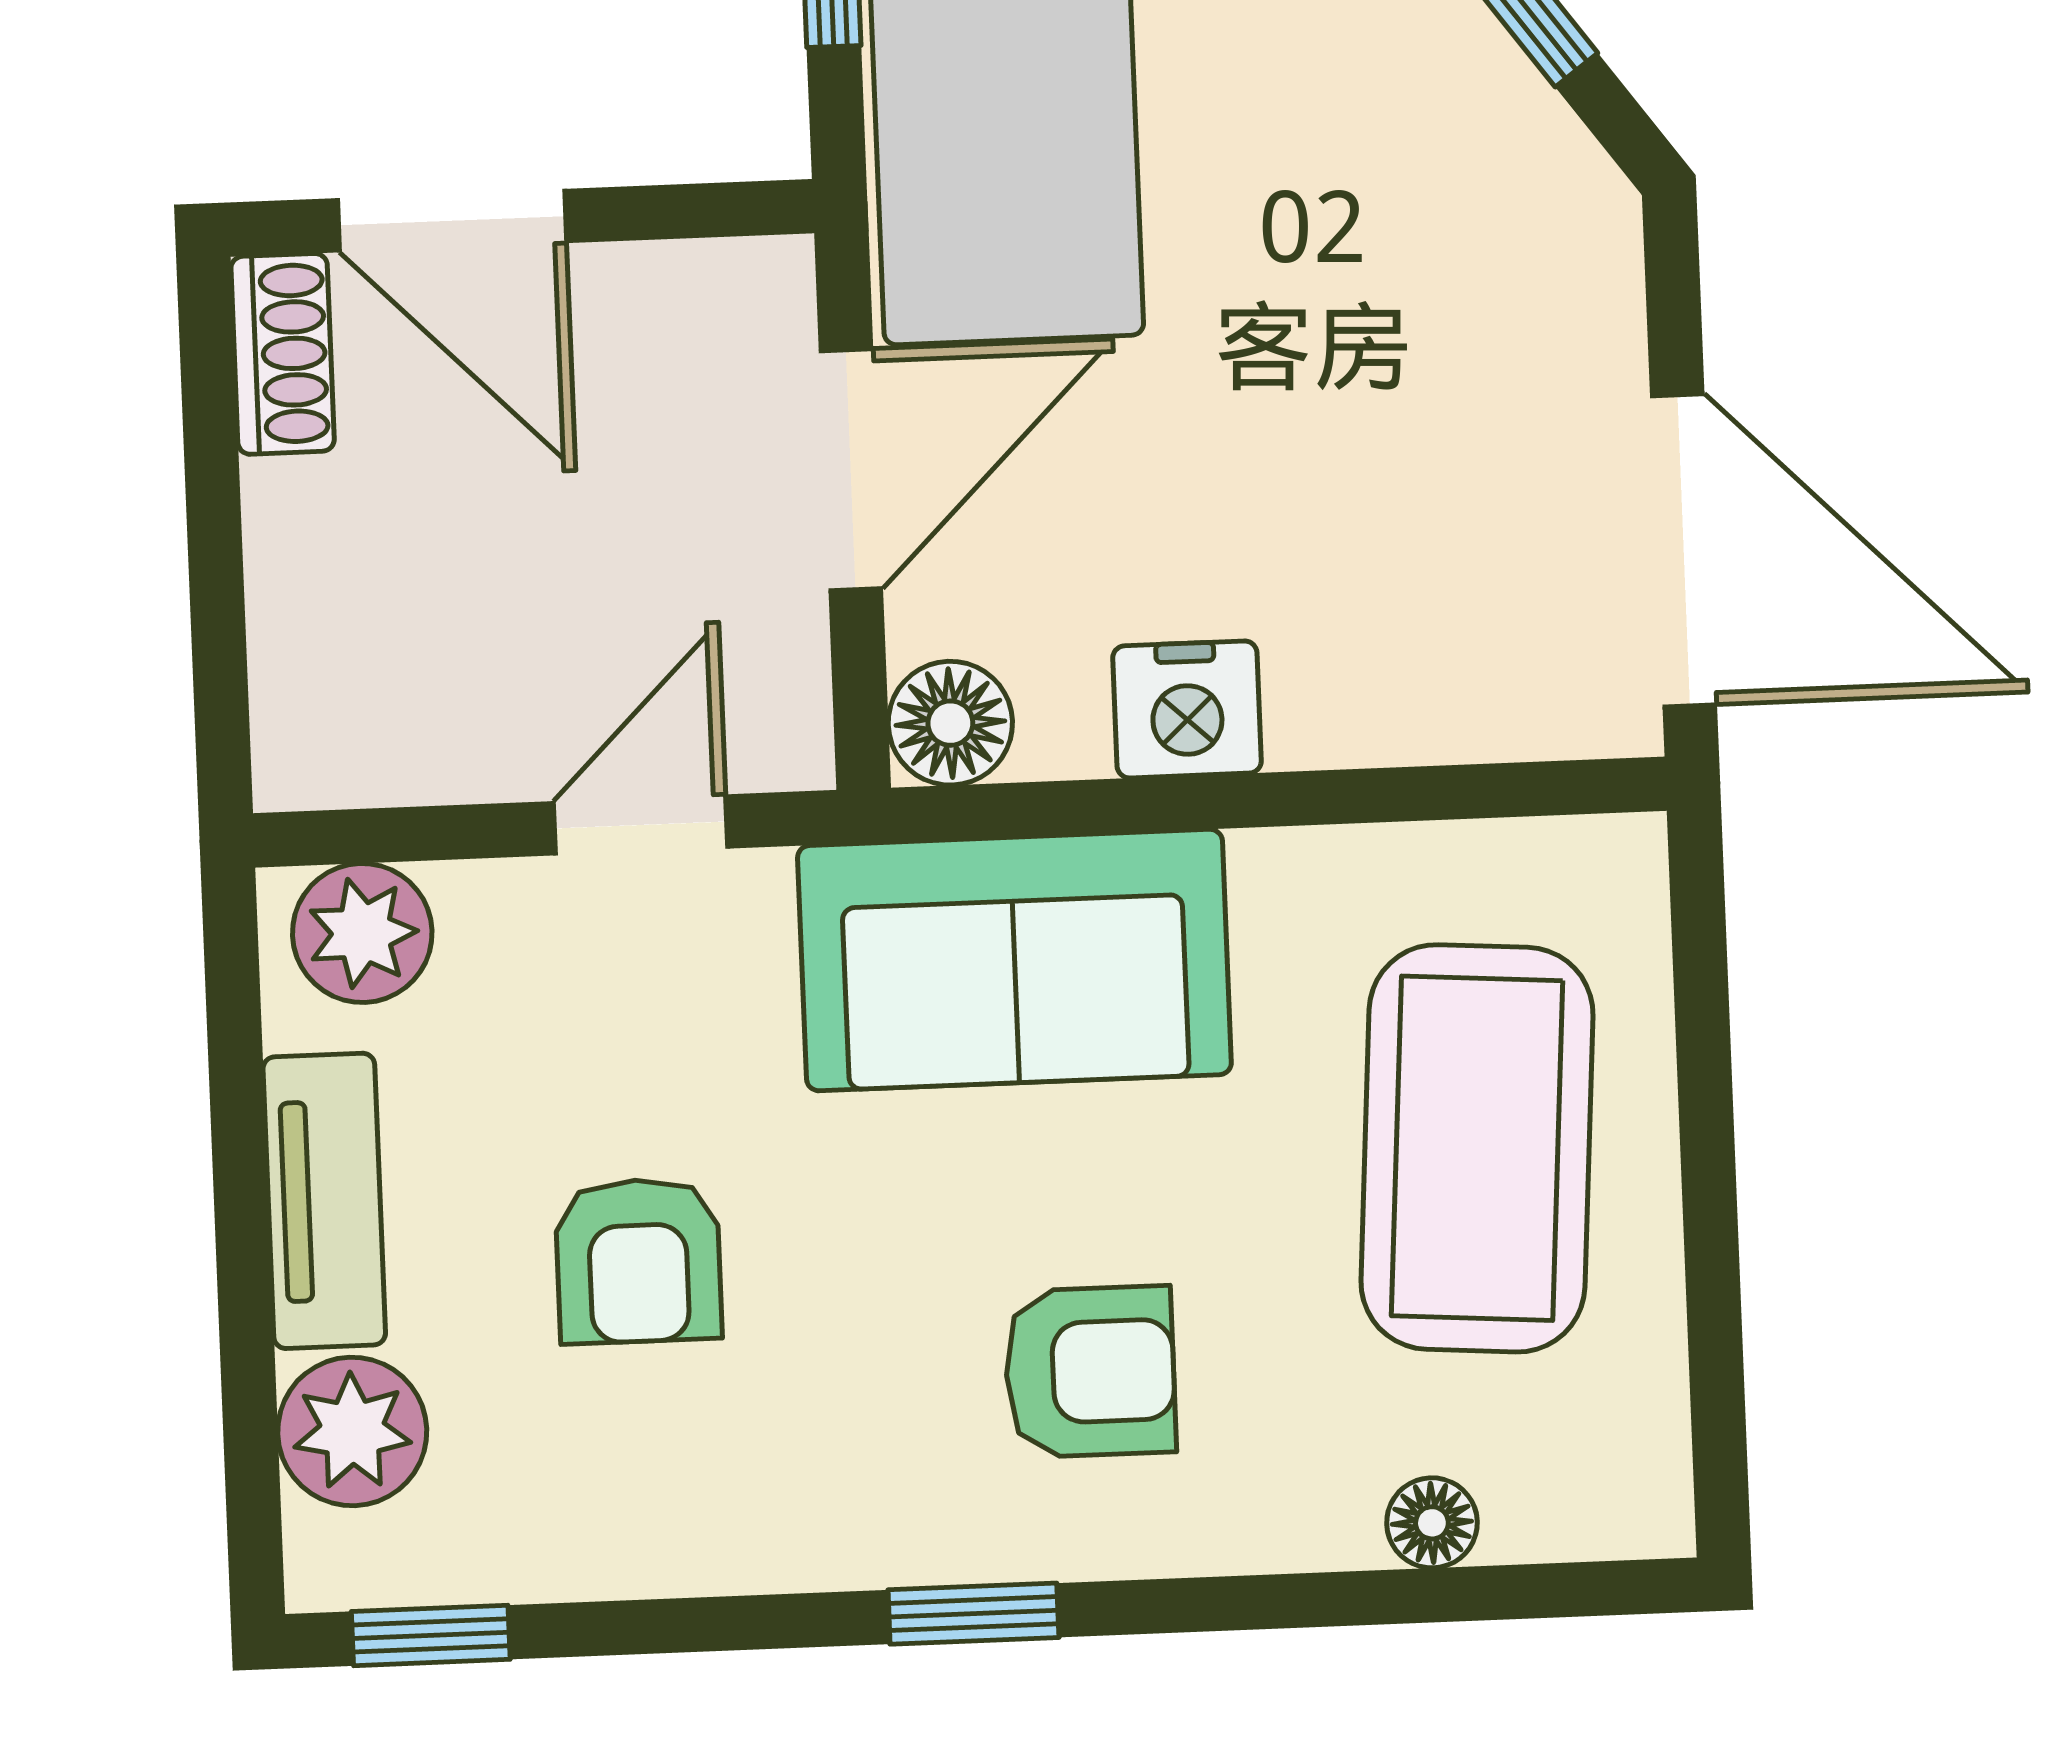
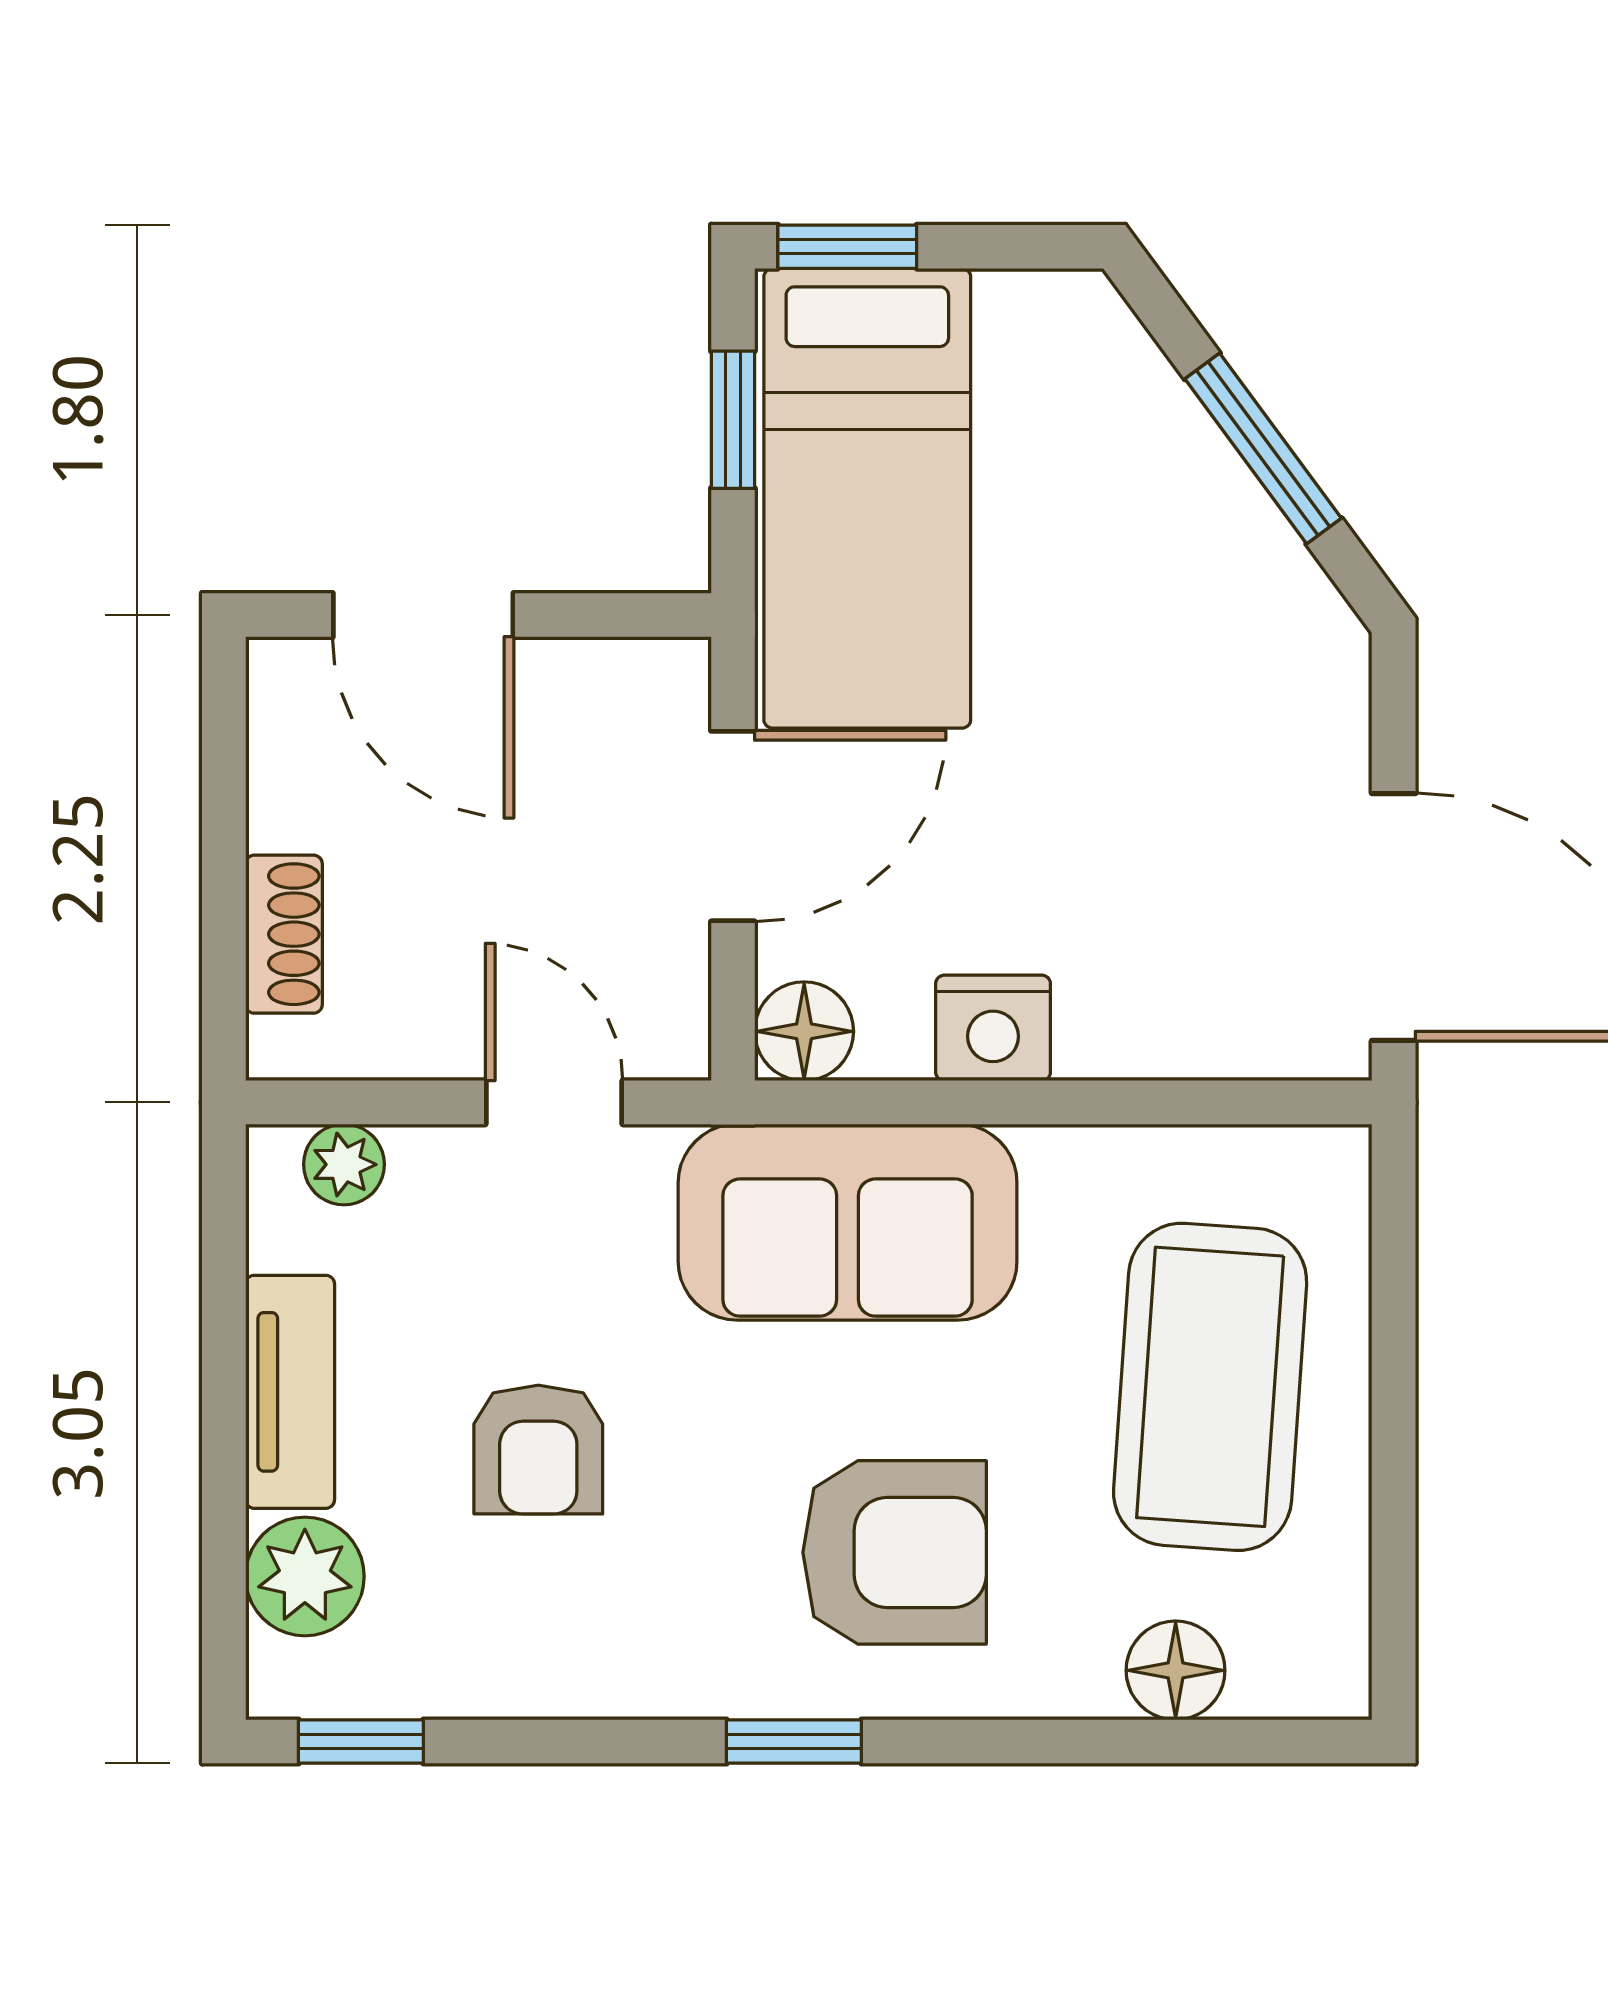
shoe rack: (283, 354) -> (284, 934), moved
door: (641, 825) -> (554, 1102), hinge flipped
plant: (362, 933) -> (344, 1164), width x0.73, depth x0.73
armchair: (1090, 1372) -> (895, 1552), width x1.38, depth x1.38
floor lamp: (1432, 1523) -> (1176, 1670), width x1.37, depth x1.37

